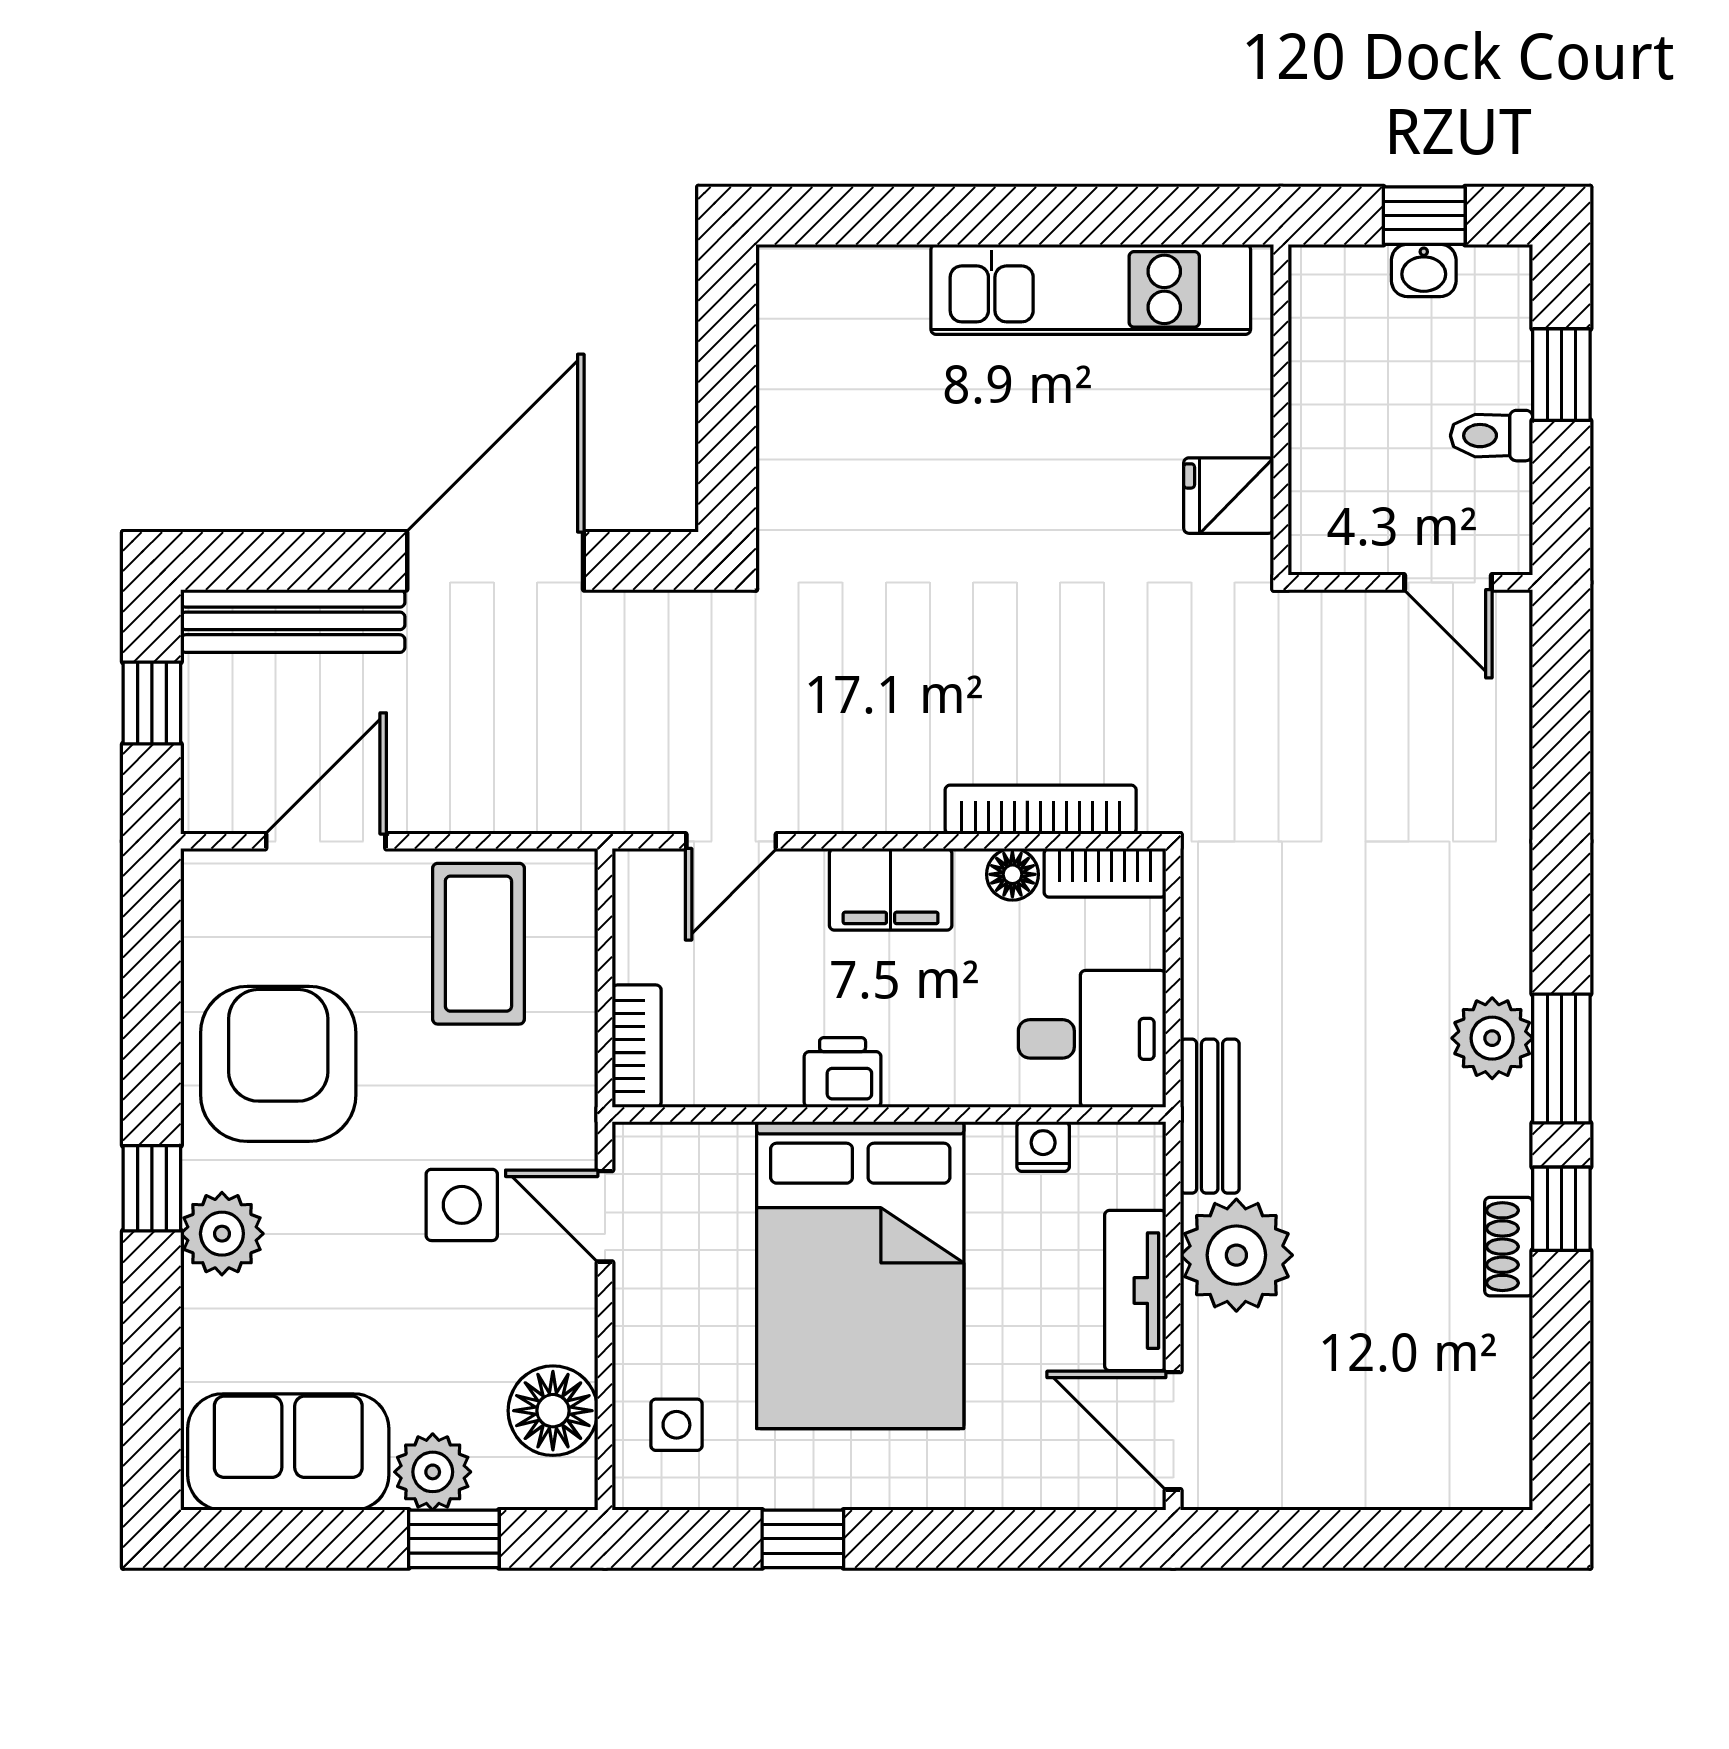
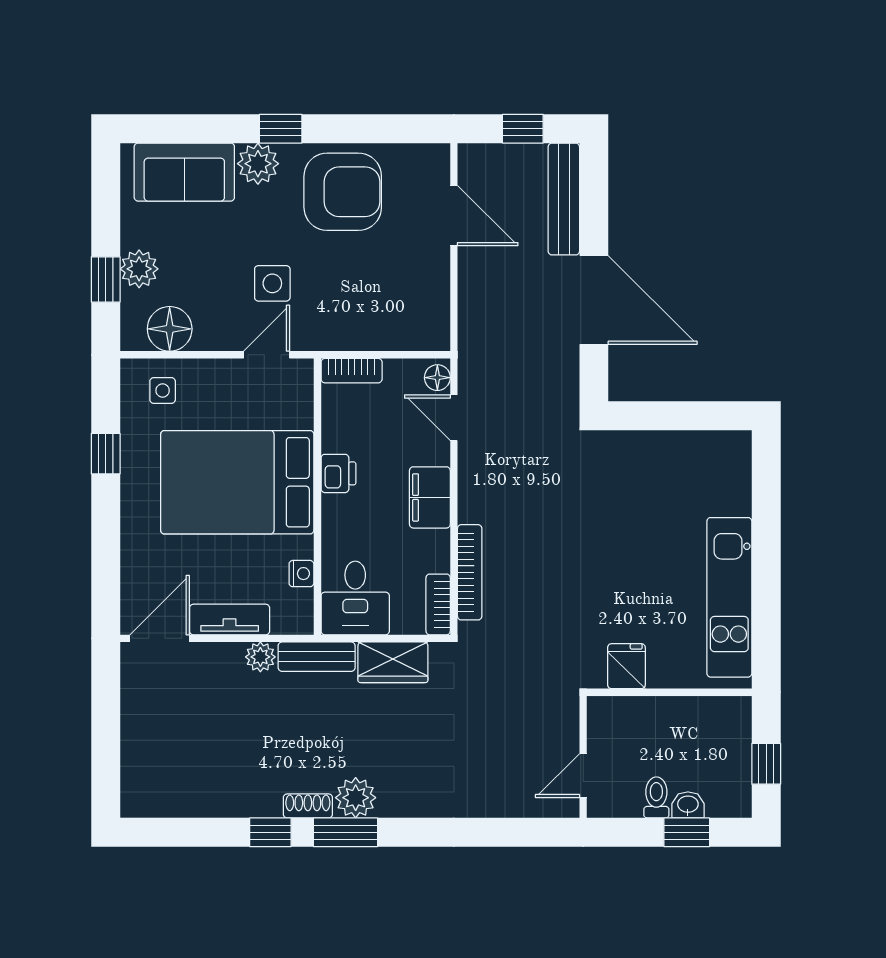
washbasin: (1424, 270) -> (688, 805), moved, turned 90
floor lamp: (1012, 874) -> (437, 378), moved
coffee table: (478, 944) -> (403, 292), removed
wardrobe: (1221, 963) -> (393, 662), added
shoe rack: (1509, 1247) -> (308, 806), moved
plant: (1236, 1255) -> (260, 657), width x0.53, depth x0.53
sofa: (288, 1452) -> (184, 172), moved, turned 90

